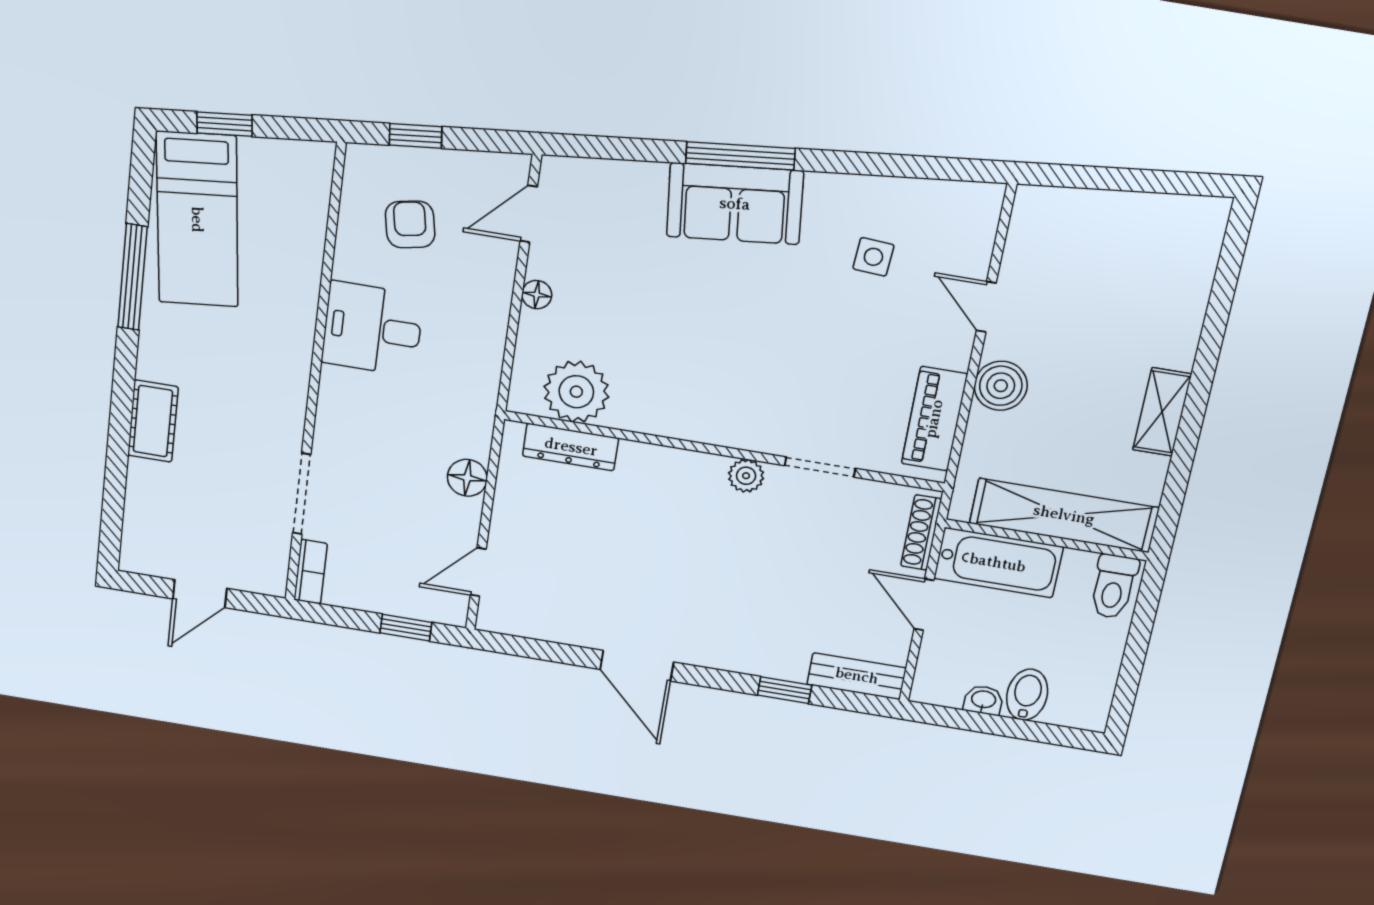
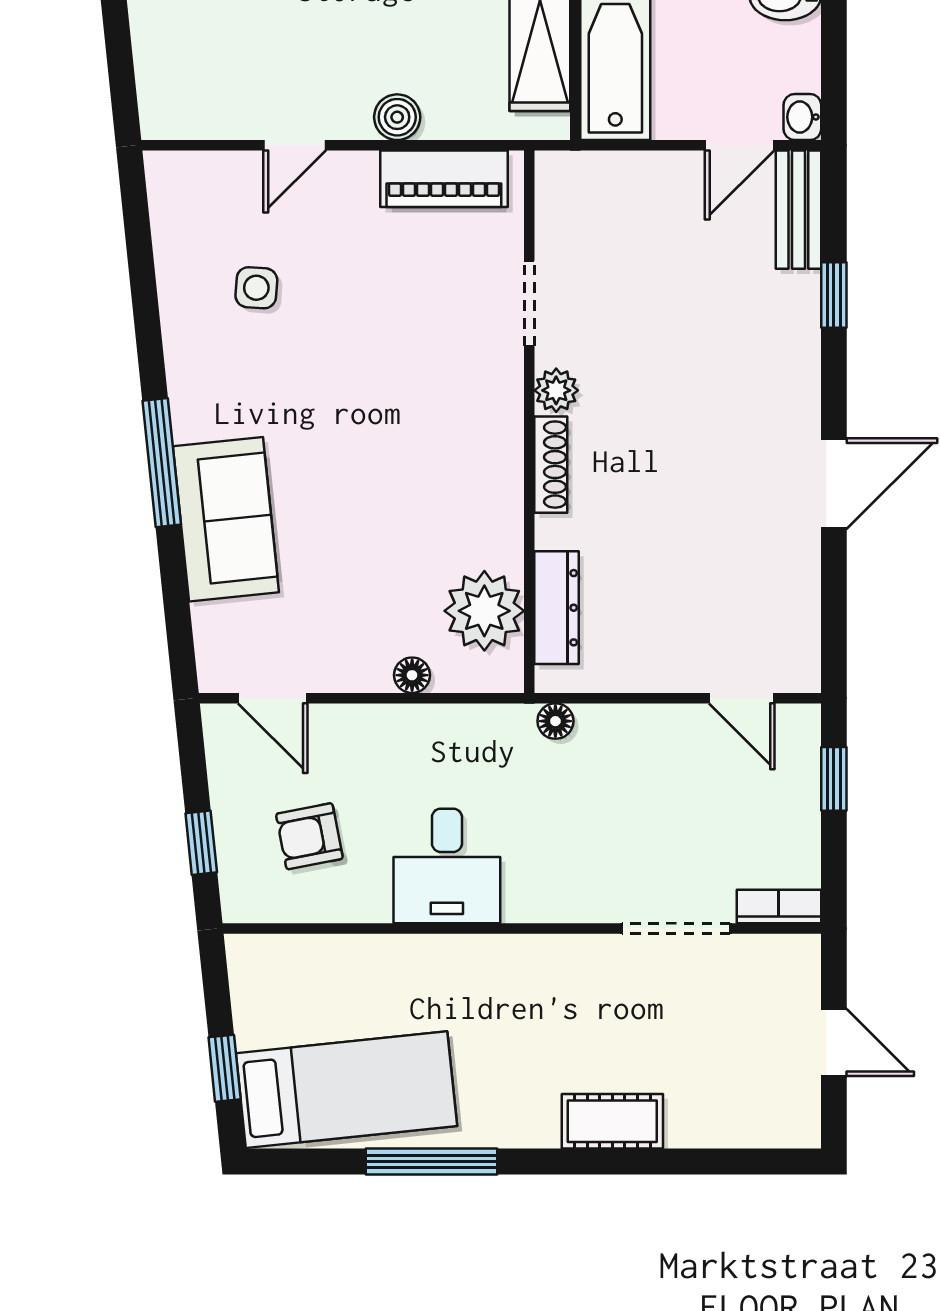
sofa: (735, 204) -> (226, 519), moved
floor lamp: (537, 295) -> (412, 675), moved
boiler: (1001, 386) -> (397, 117), width x0.73, depth x0.73
floor lamp: (467, 478) -> (555, 721), moved, width x0.73, depth x0.73
shoe rack: (921, 532) -> (551, 465), moved, turned -90
door: (924, 605) -> (740, 145), moved
washbasin: (983, 700) -> (802, 117), moved

